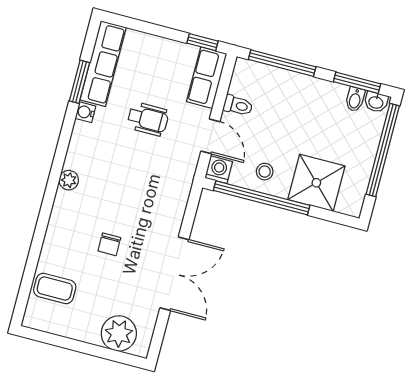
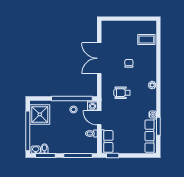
wheelchair: (148, 119) -> (122, 93), moved
shower: (316, 183) -> (40, 114), moved
plant: (119, 333) -> (116, 28), removed

